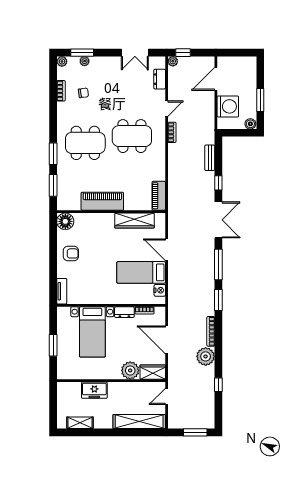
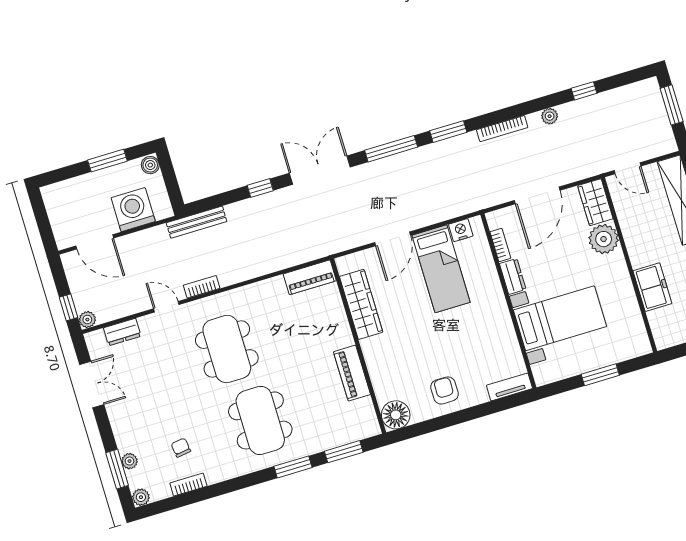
bench: (210, 158) -> (197, 222), moved, width x1.36
piano: (102, 201) -> (352, 373), width x0.73, depth x0.75
plant: (206, 356) -> (550, 116), width x0.53, depth x0.53

